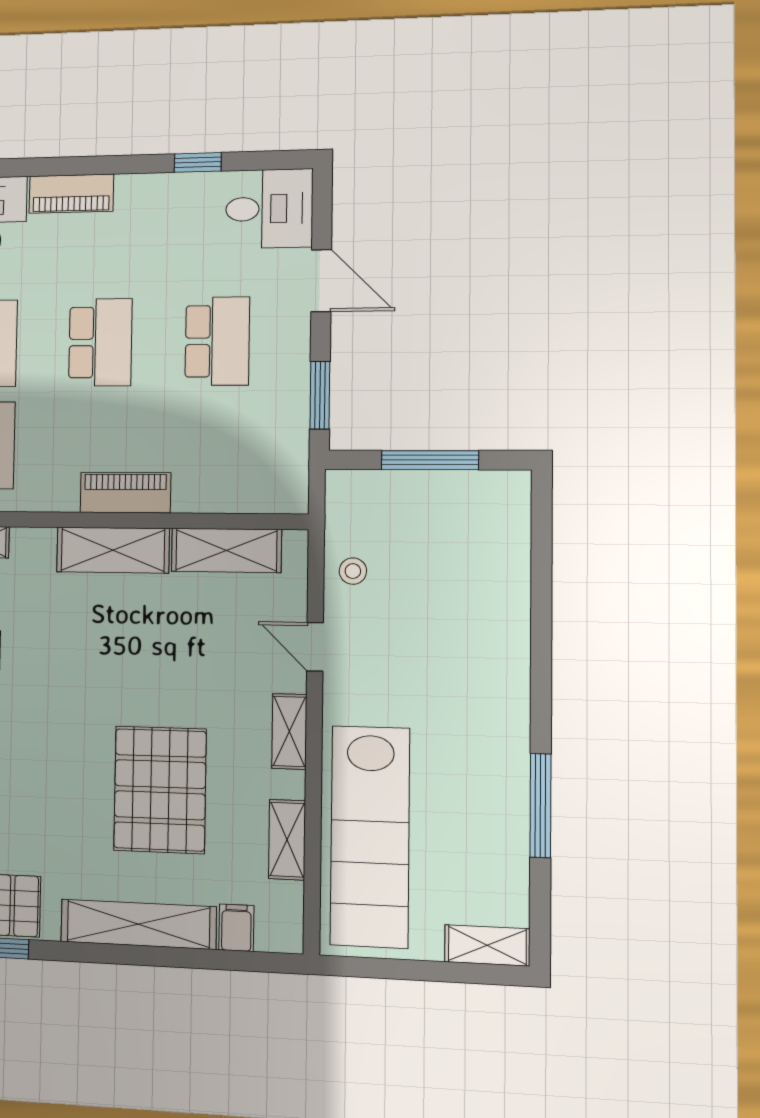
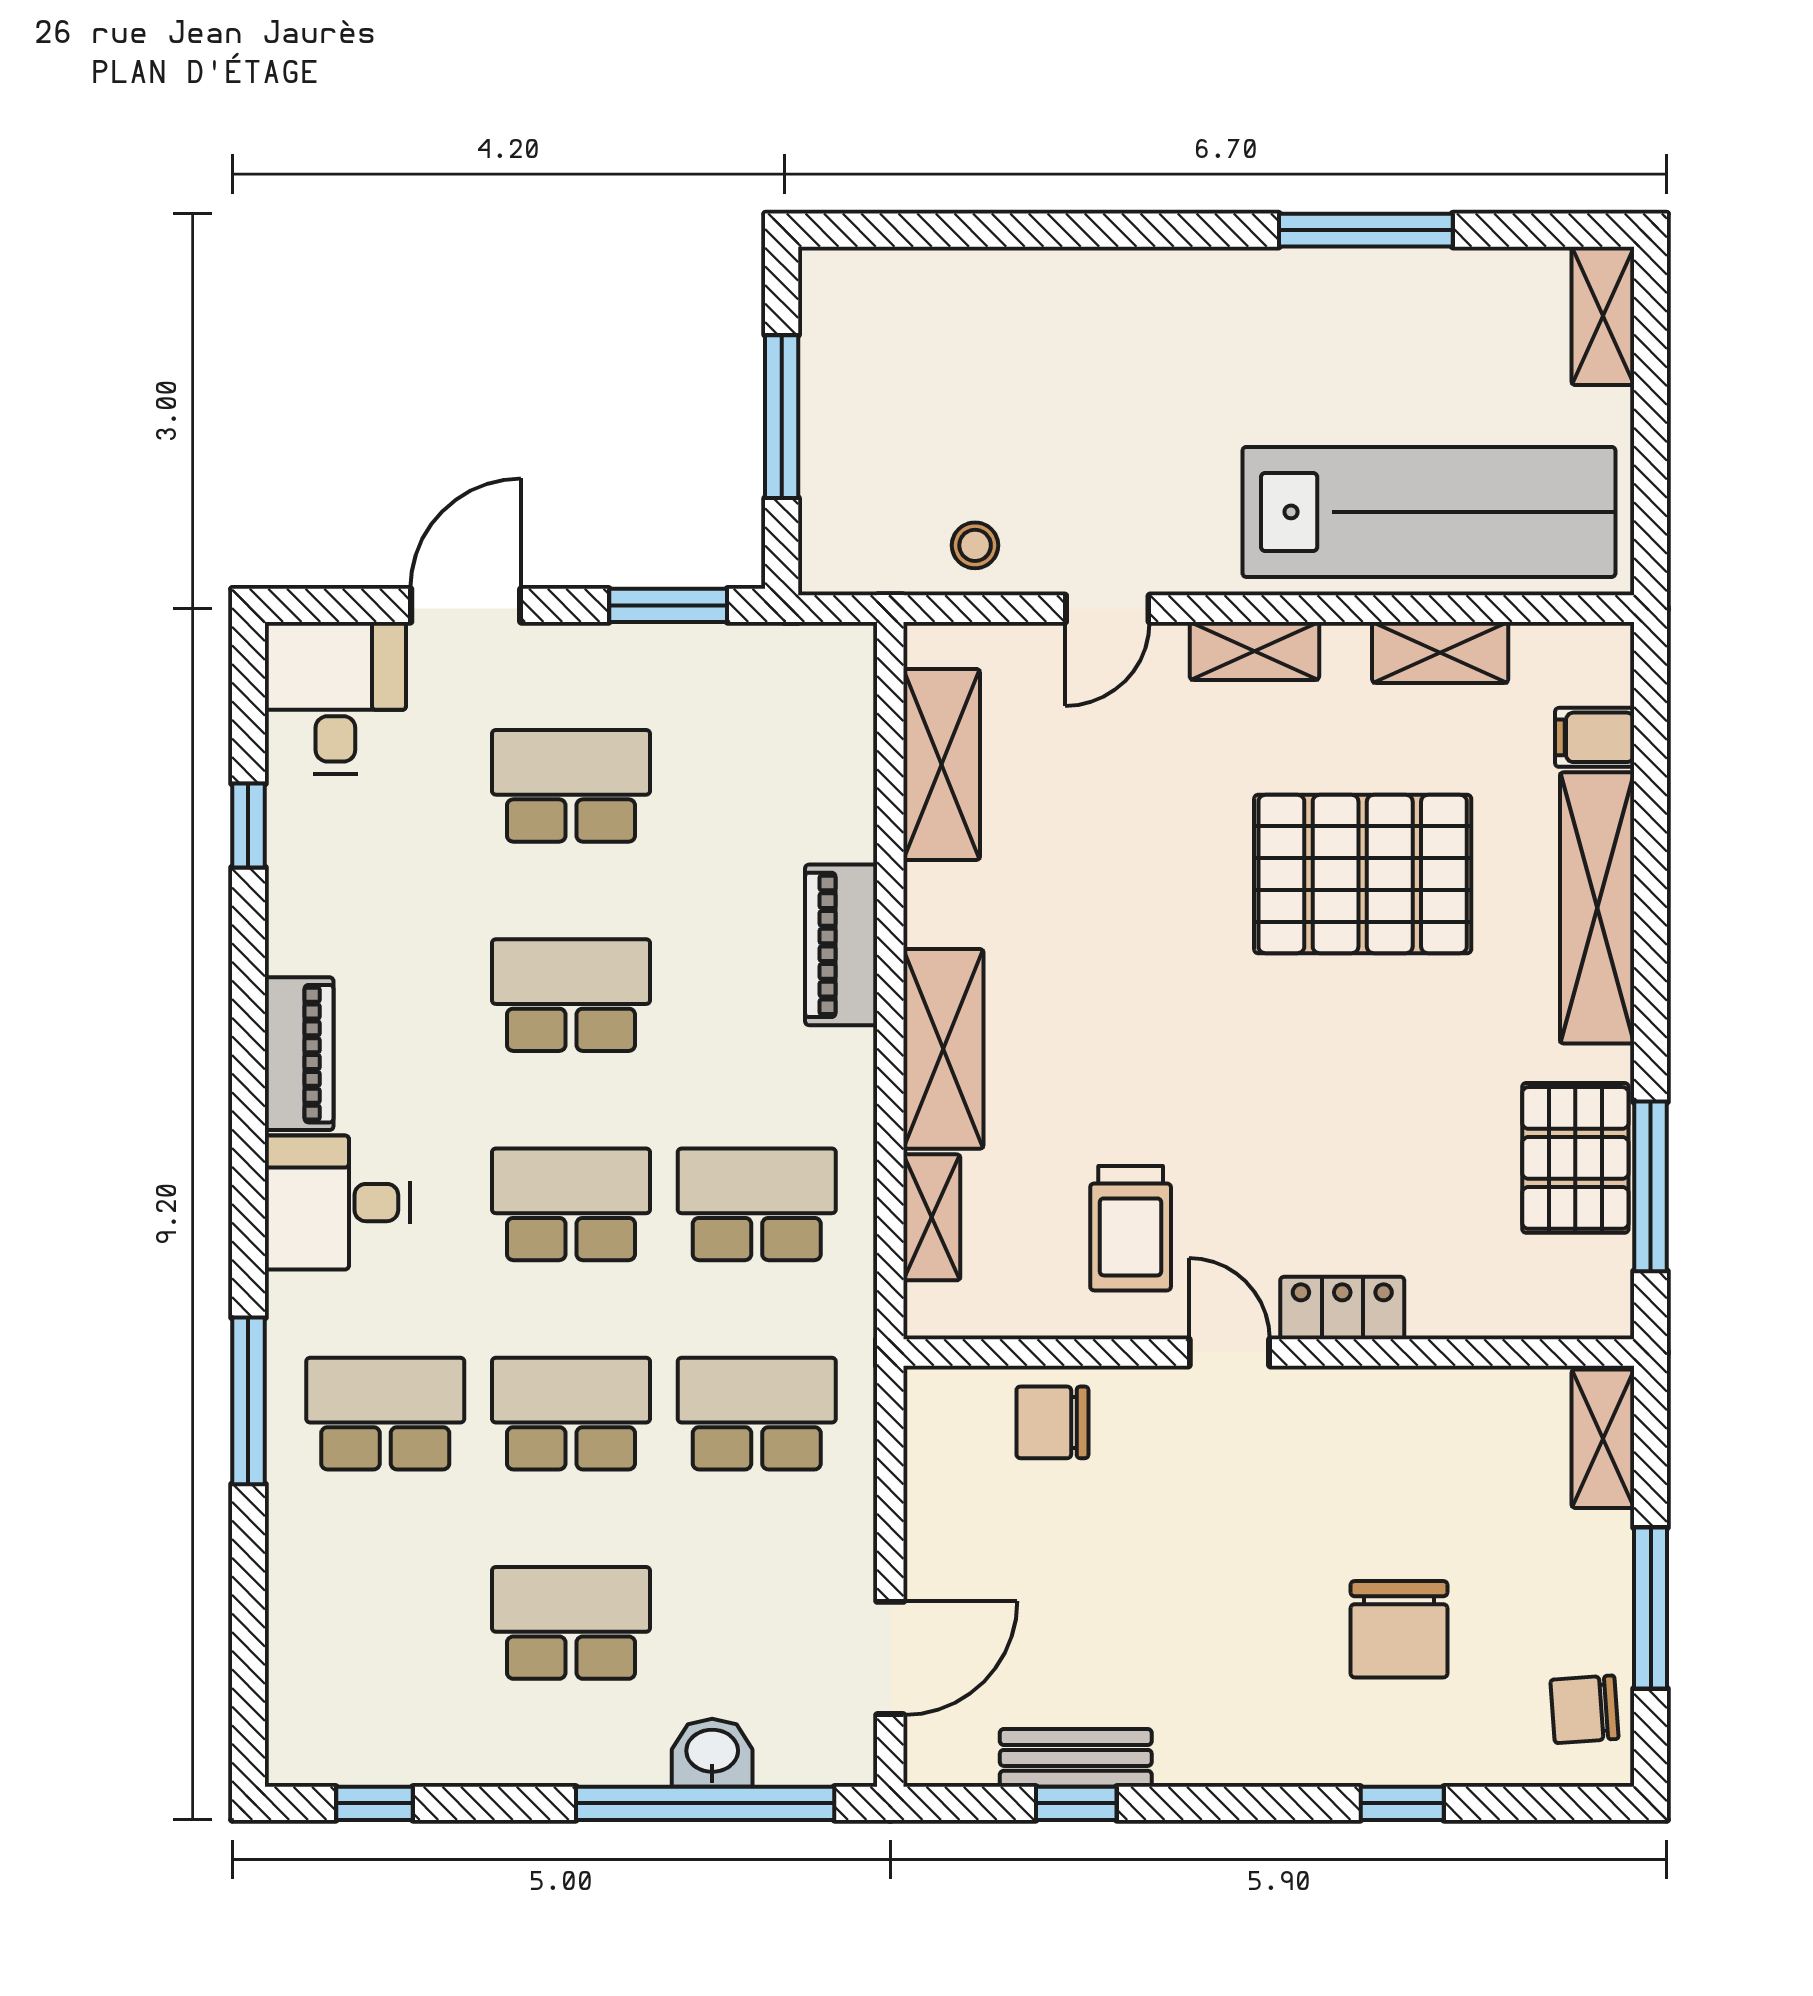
shelving: (113, 550) -> (943, 1049), moved

